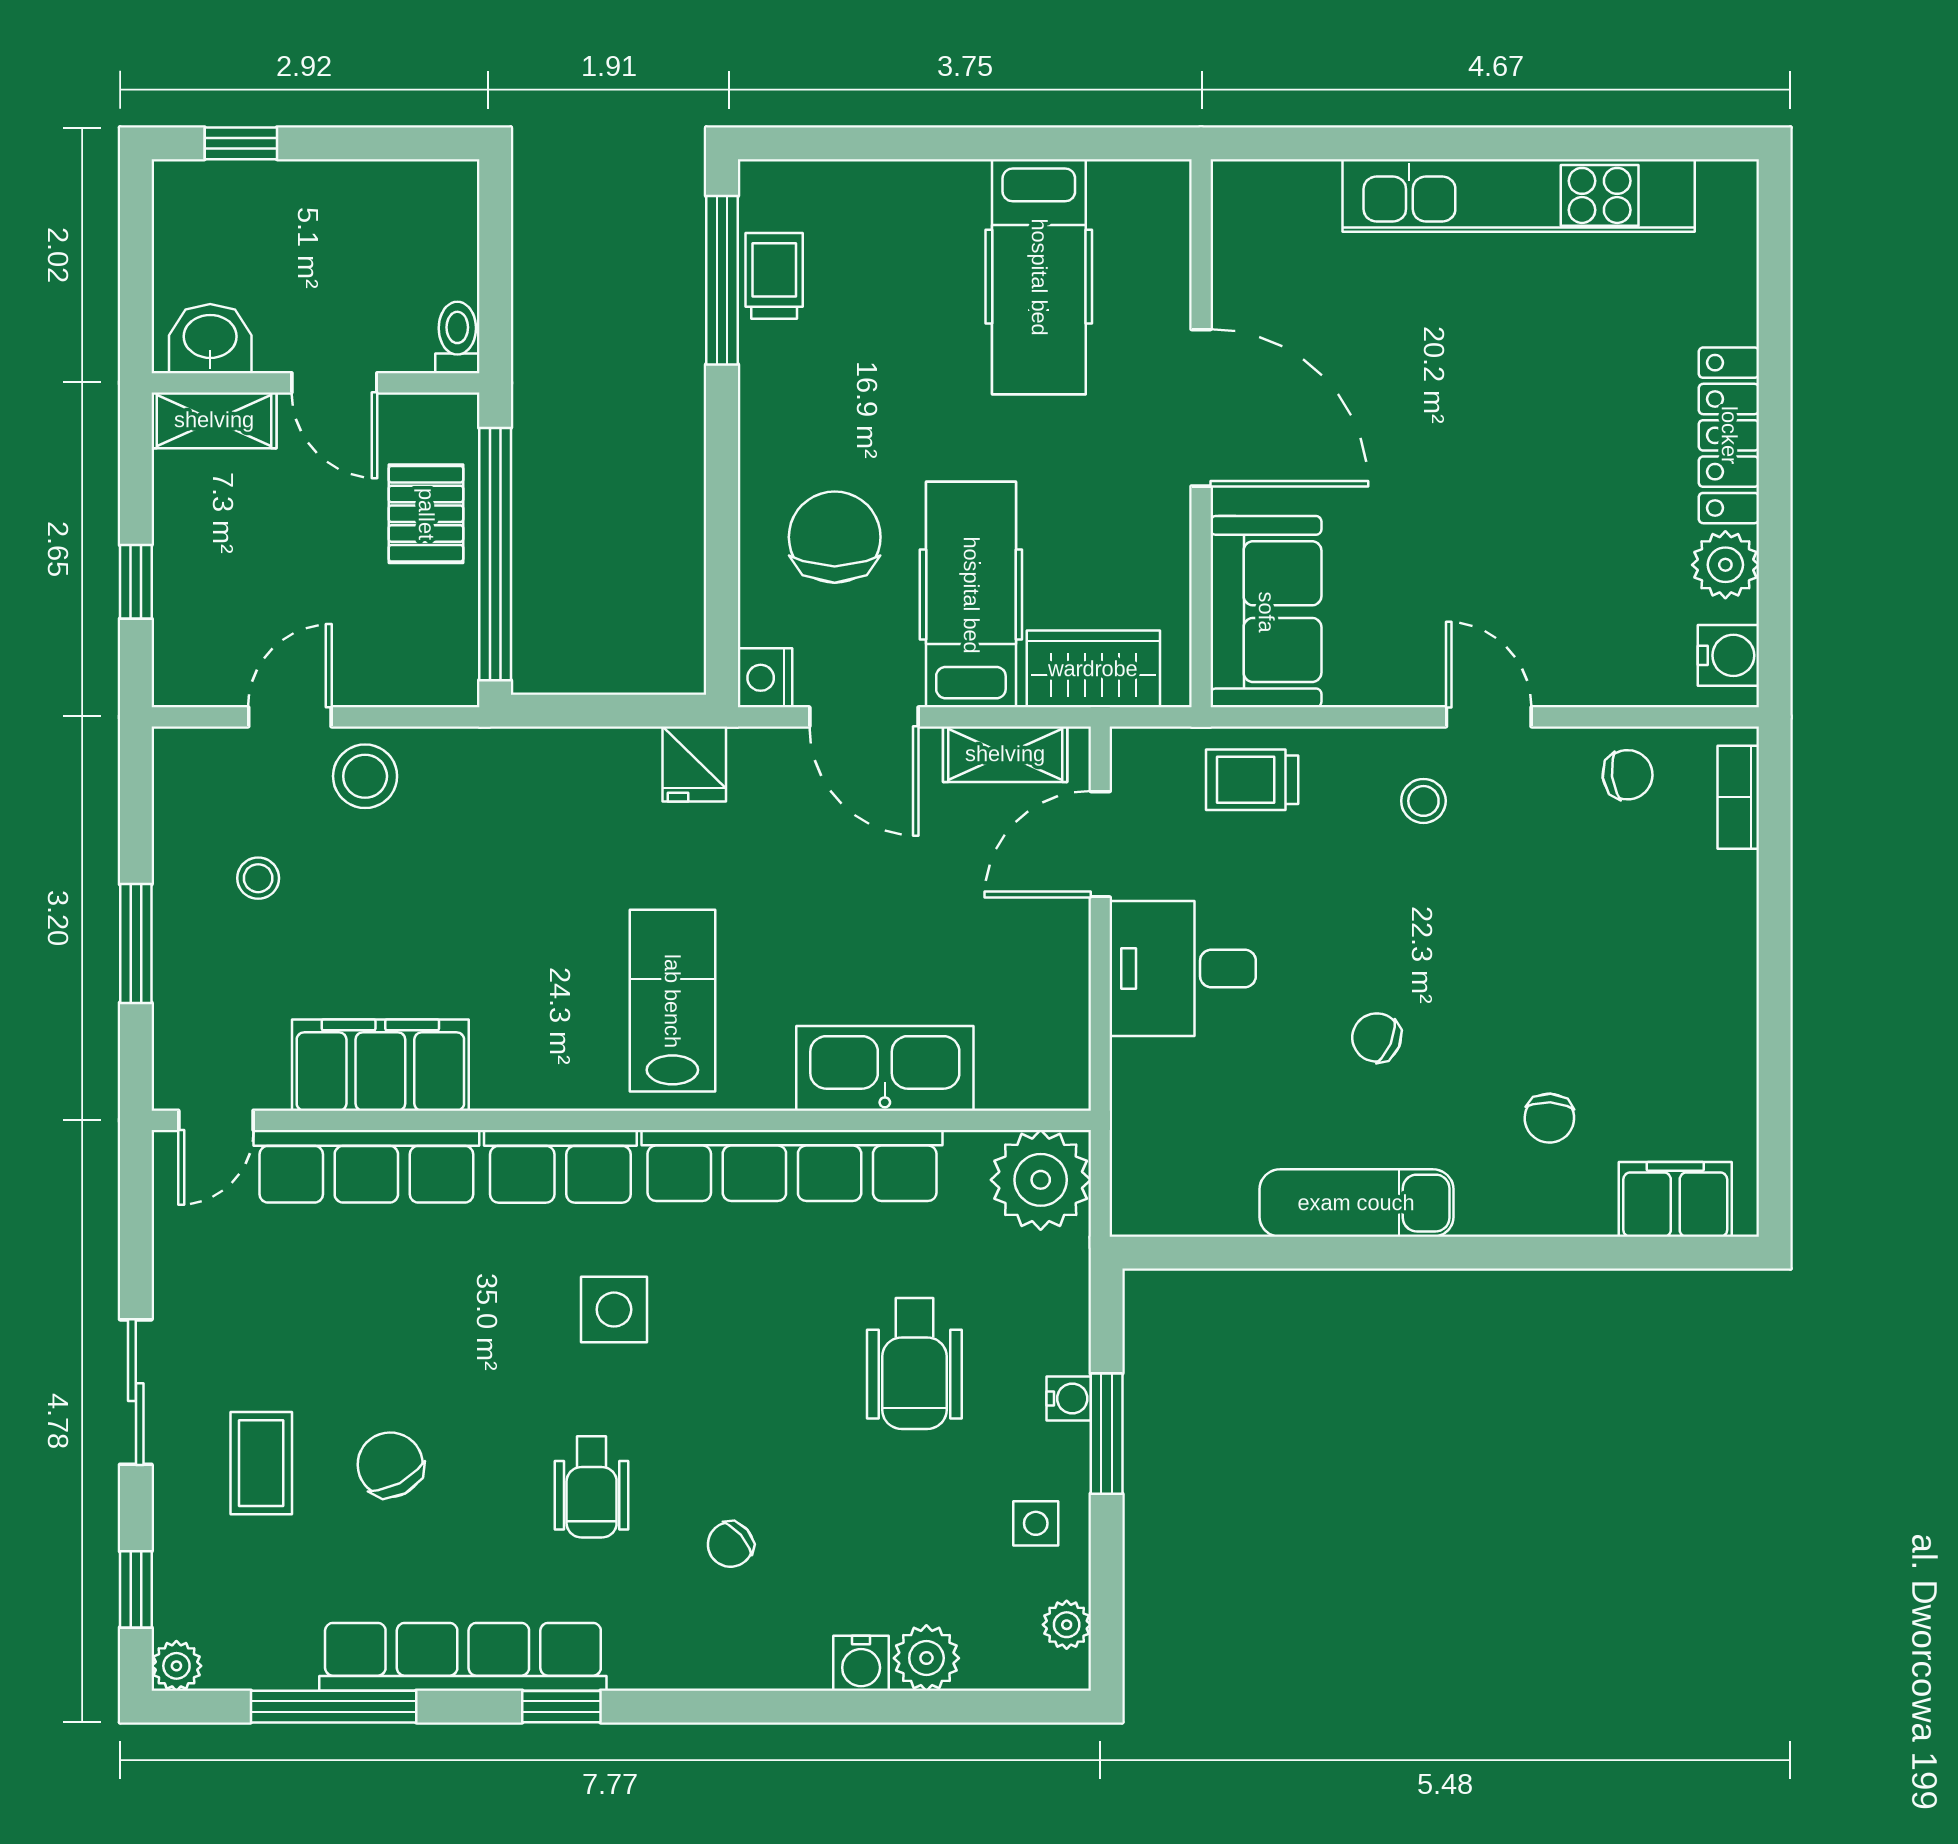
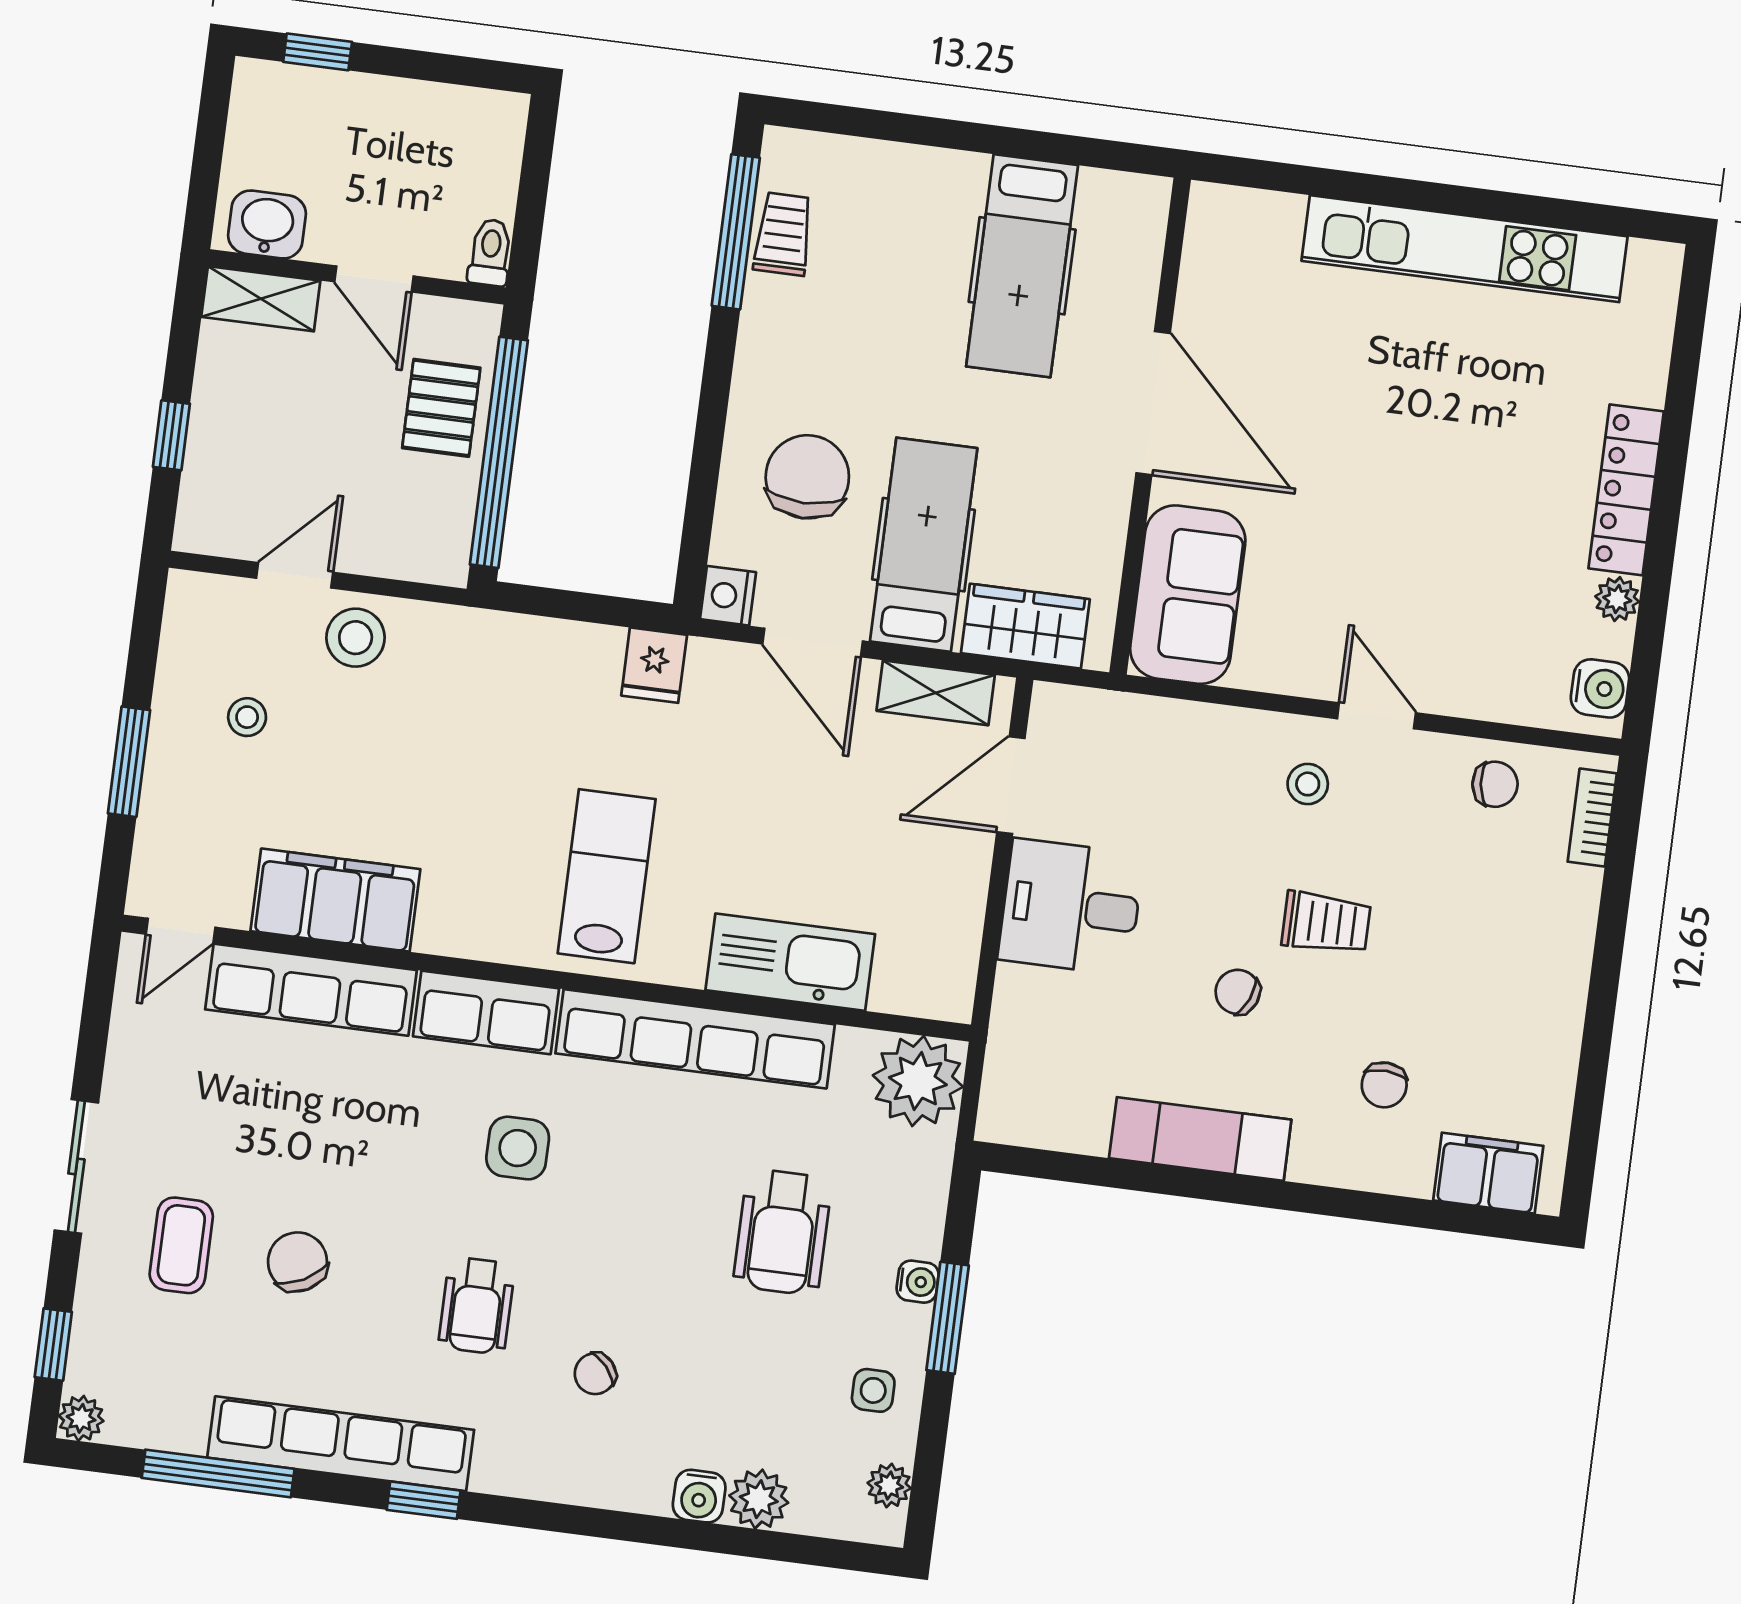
plant: (1725, 565) -> (1617, 599), width x0.73, depth x0.73
trolley: (1252, 780) -> (1326, 923), moved, turned 180

